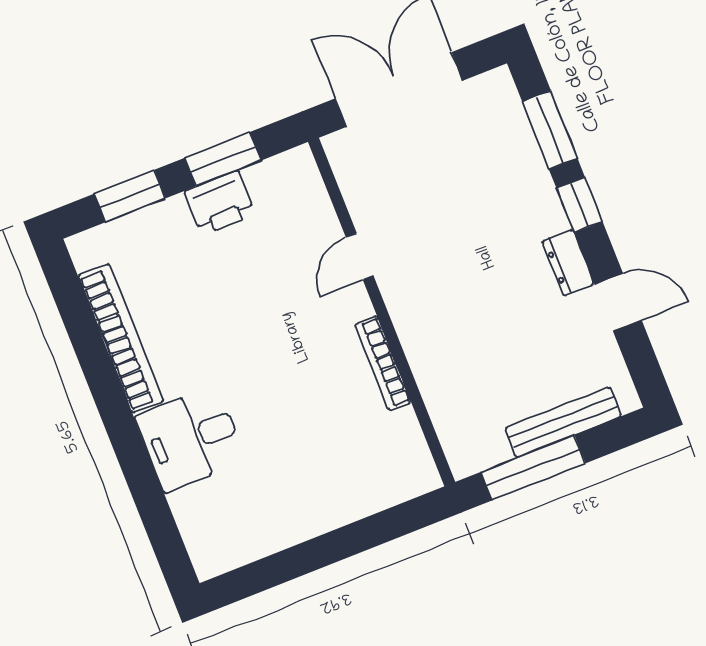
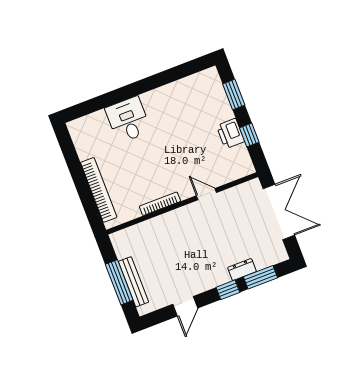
window: (223, 159) -> (249, 135), width x0.67
dresser: (568, 263) -> (242, 270), moved
bookcase: (121, 338) -> (99, 190), moved, turned -90
window: (533, 468) -> (119, 282), moved

